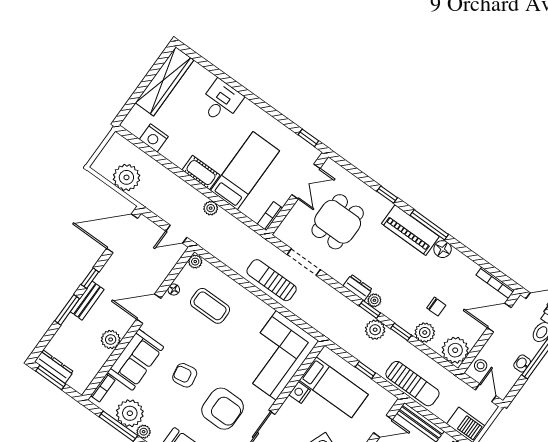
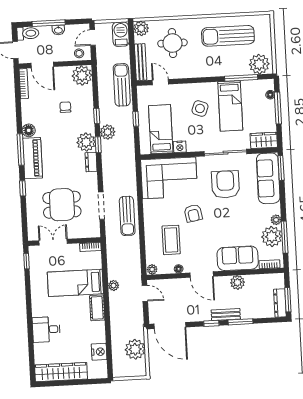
plant: (374, 300) -> (86, 142), width x1.88, depth x1.88
plant: (425, 332) -> (86, 102), removed
armchair: (185, 375) -> (193, 213), moved

